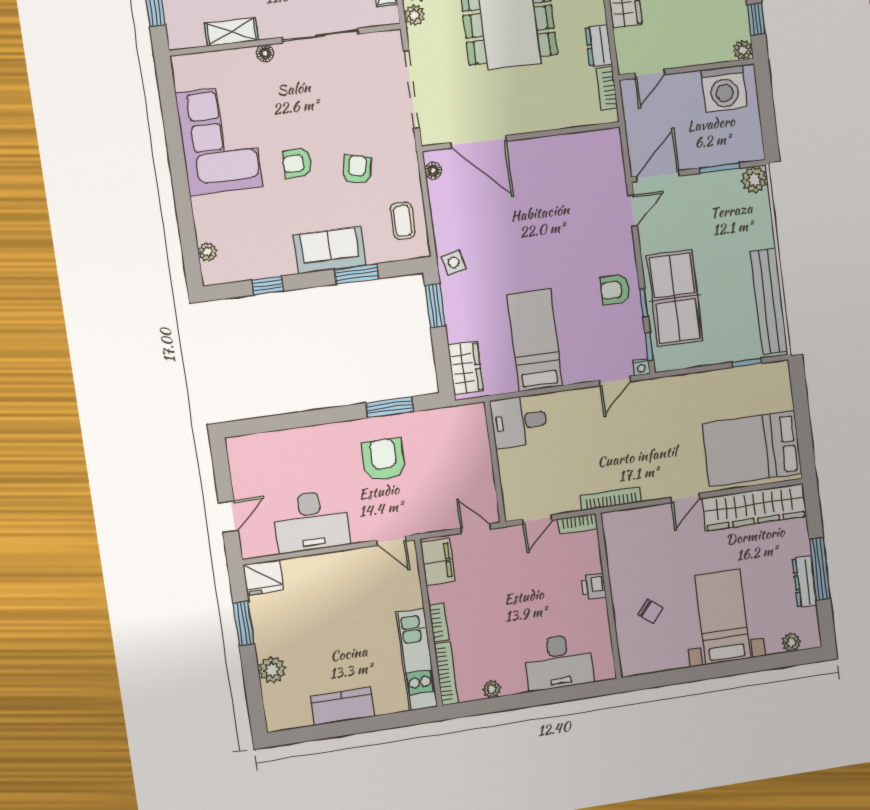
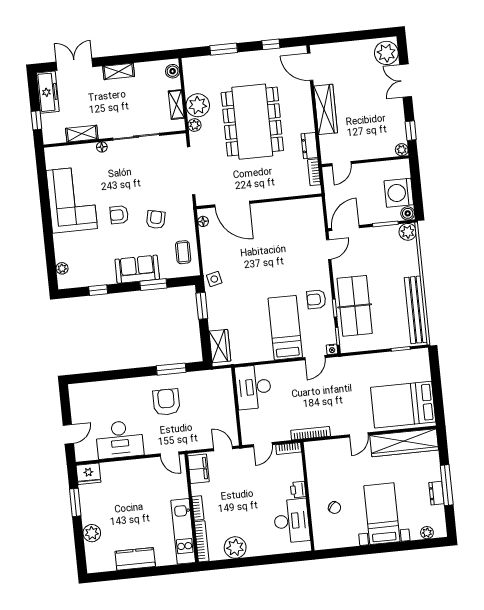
washing machine: (724, 89) -> (399, 193), moved, turned 90
boiler: (754, 151) -> (408, 213), added
bed: (535, 340) -> (285, 328), moved
desk: (519, 422) -> (253, 387), width x1.37
dresser: (804, 582) -> (436, 493), width x0.70
desk: (559, 662) -> (292, 521), moved, turned -90
plant: (492, 689) -> (235, 548), width x1.87, depth x1.87

